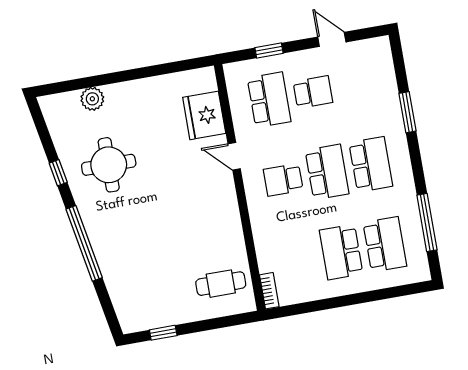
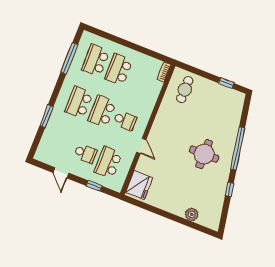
school desk: (313, 92) -> (85, 153), turned 180
fridge: (204, 115) -> (139, 185), moved
round table: (109, 165) -> (204, 154), moved
school desk: (341, 252) -> (119, 69), turned 180
cafe table: (221, 284) -> (185, 90), turned 90

